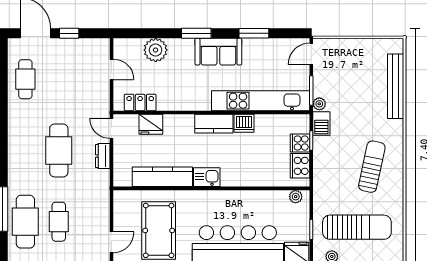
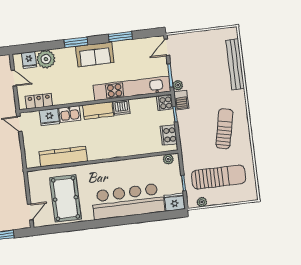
fridge: (134, 48) -> (29, 60), added
cooker: (300, 143) -> (165, 103), moved
dresser: (103, 156) -> (15, 146), removed
kitchen sink: (207, 177) -> (70, 114), moved, turned 180

